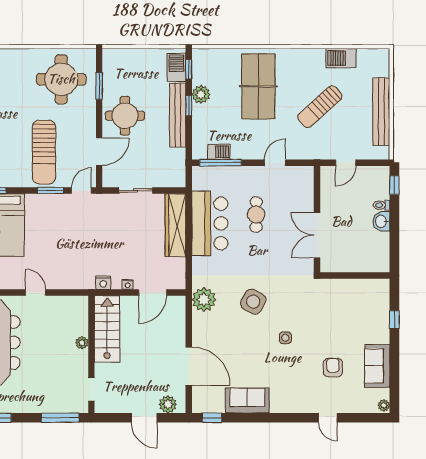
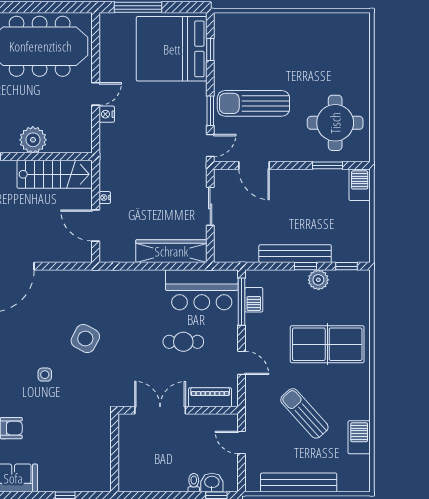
barbecue: (176, 67) -> (360, 185), moved, turned -90
round table: (125, 116) -> (294, 194), removed
door: (81, 191) -> (210, 145), hinge flipped
piano: (305, 191) -> (210, 397), added
washbasin: (381, 221) -> (212, 483), moved
bar counter: (210, 223) -> (202, 290), moved
nightstand: (103, 283) -> (107, 114), moved
plant: (204, 300) -> (88, 283), removed
plant: (82, 343) -> (33, 140), width x1.88, depth x1.88

